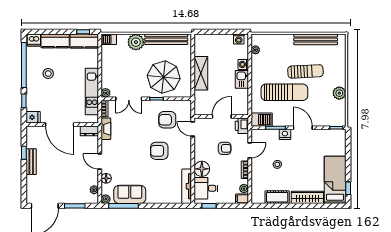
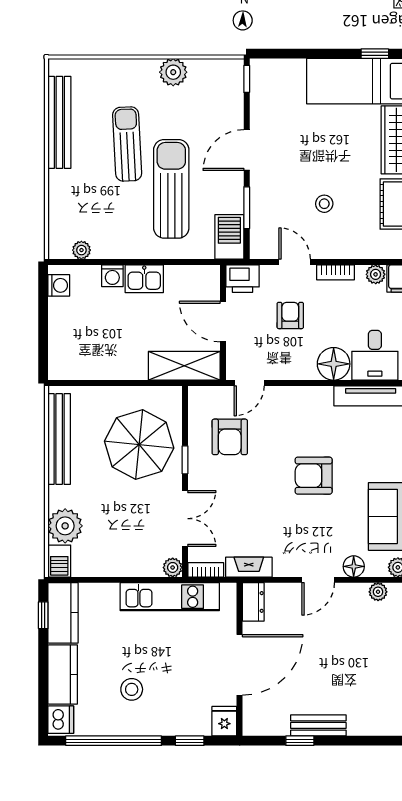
plant: (136, 42) -> (65, 526), moved
shelving: (201, 73) -> (184, 366), moved
nightstand: (285, 134) -> (261, 187), removed
armchair: (159, 151) -> (314, 476), moved, turned 90

